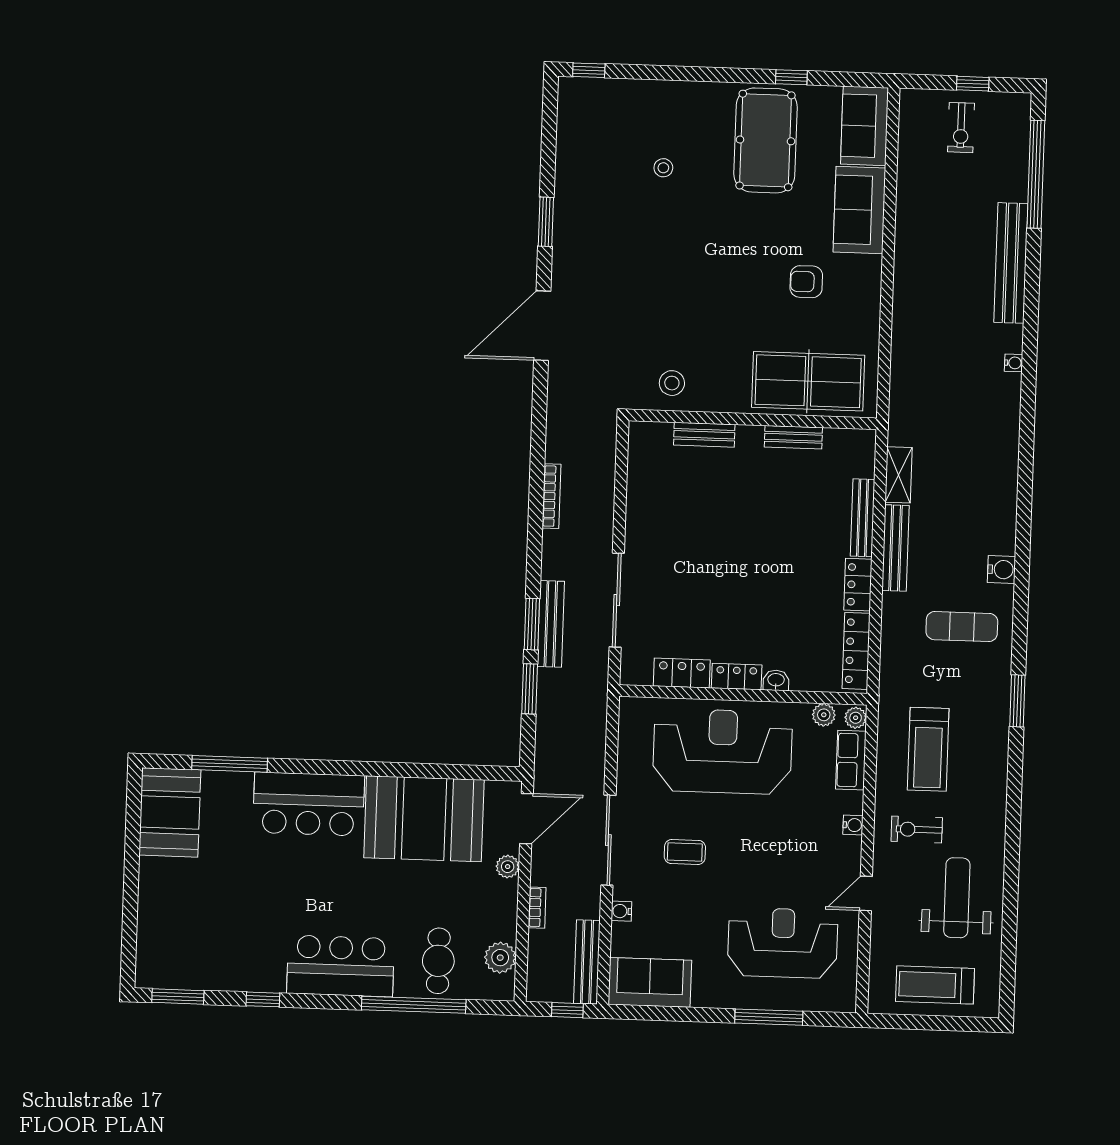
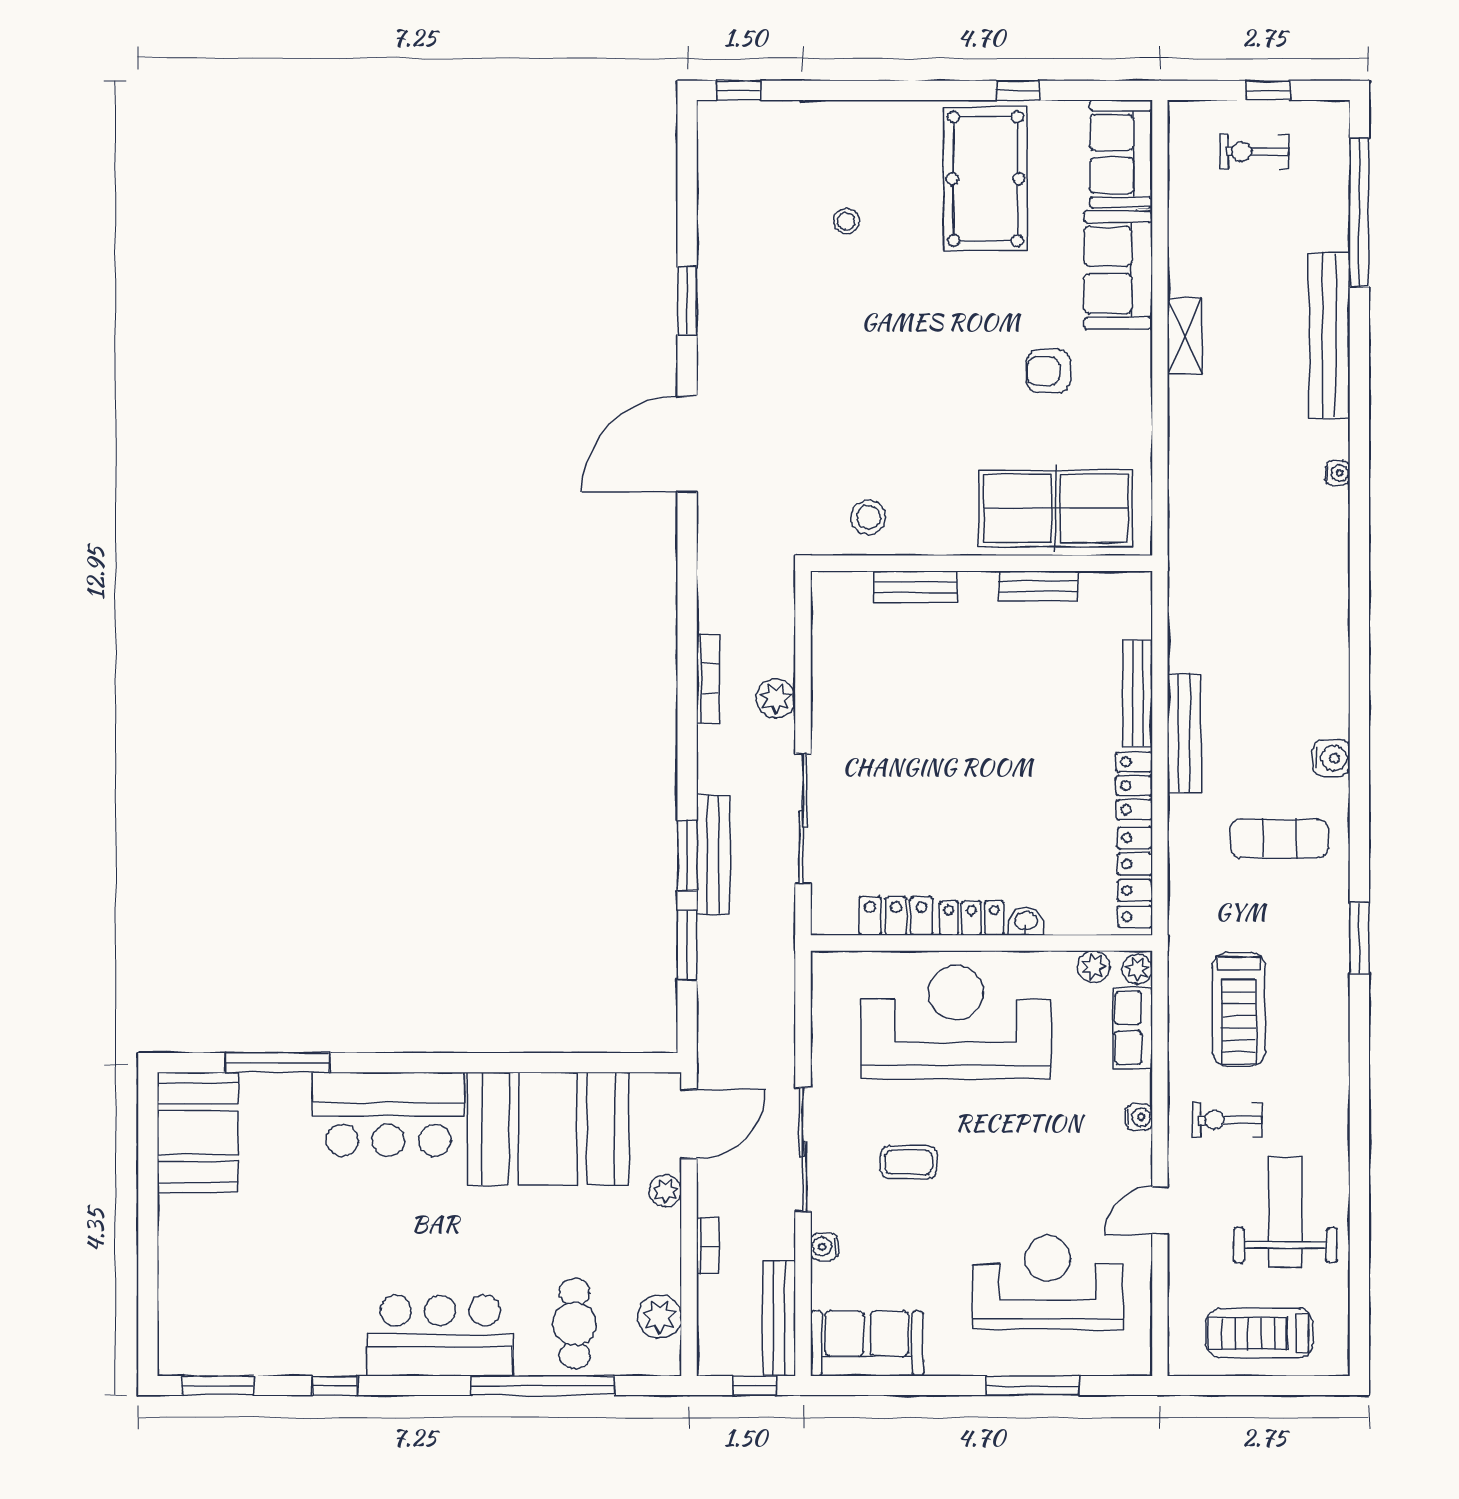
exercise bike: (961, 128) -> (1254, 152), turned 90
shelving: (899, 475) -> (1185, 336), moved
plant: (600, 512) -> (776, 698), added

